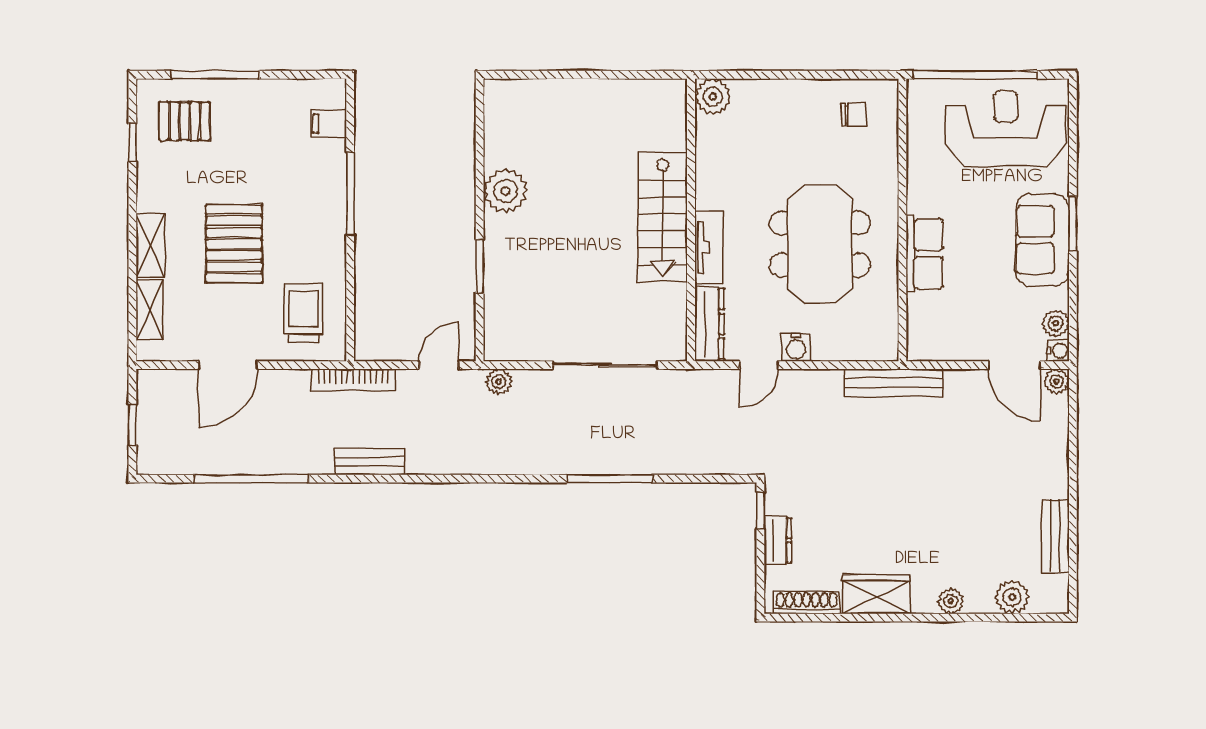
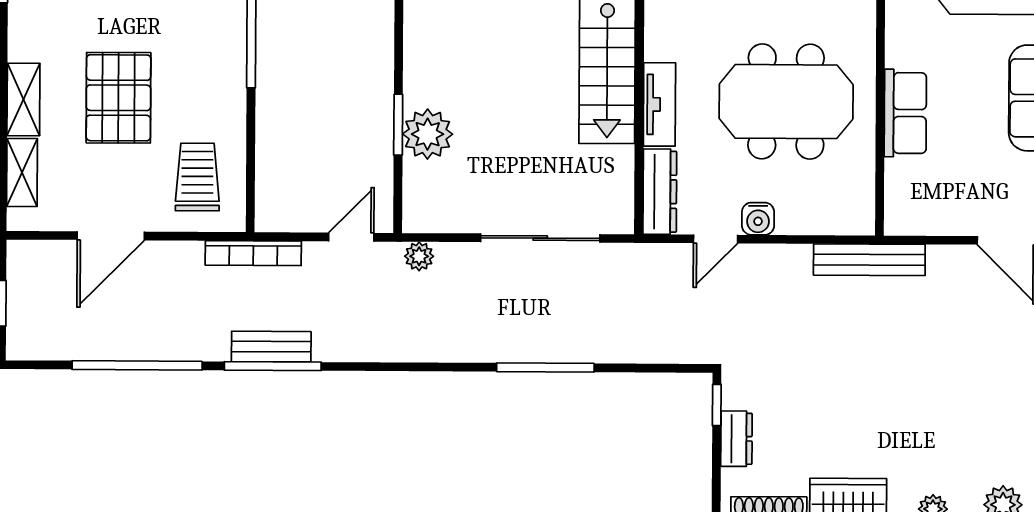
plant: (505, 191) -> (428, 134), moved
meeting table: (820, 244) -> (786, 102), turned 90
window: (371, 479) -> (273, 366), added

